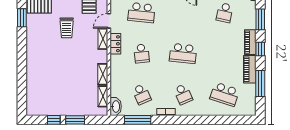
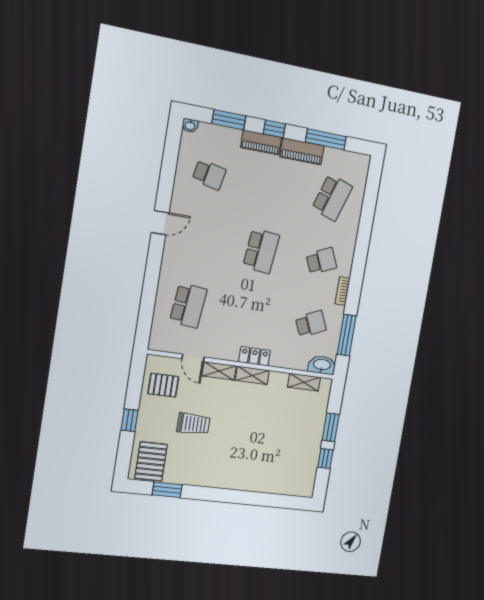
locker: (115, 44) -> (254, 356), moved
school desk: (142, 53) -> (251, 315), removed
shelving: (103, 74) -> (252, 375), moved

